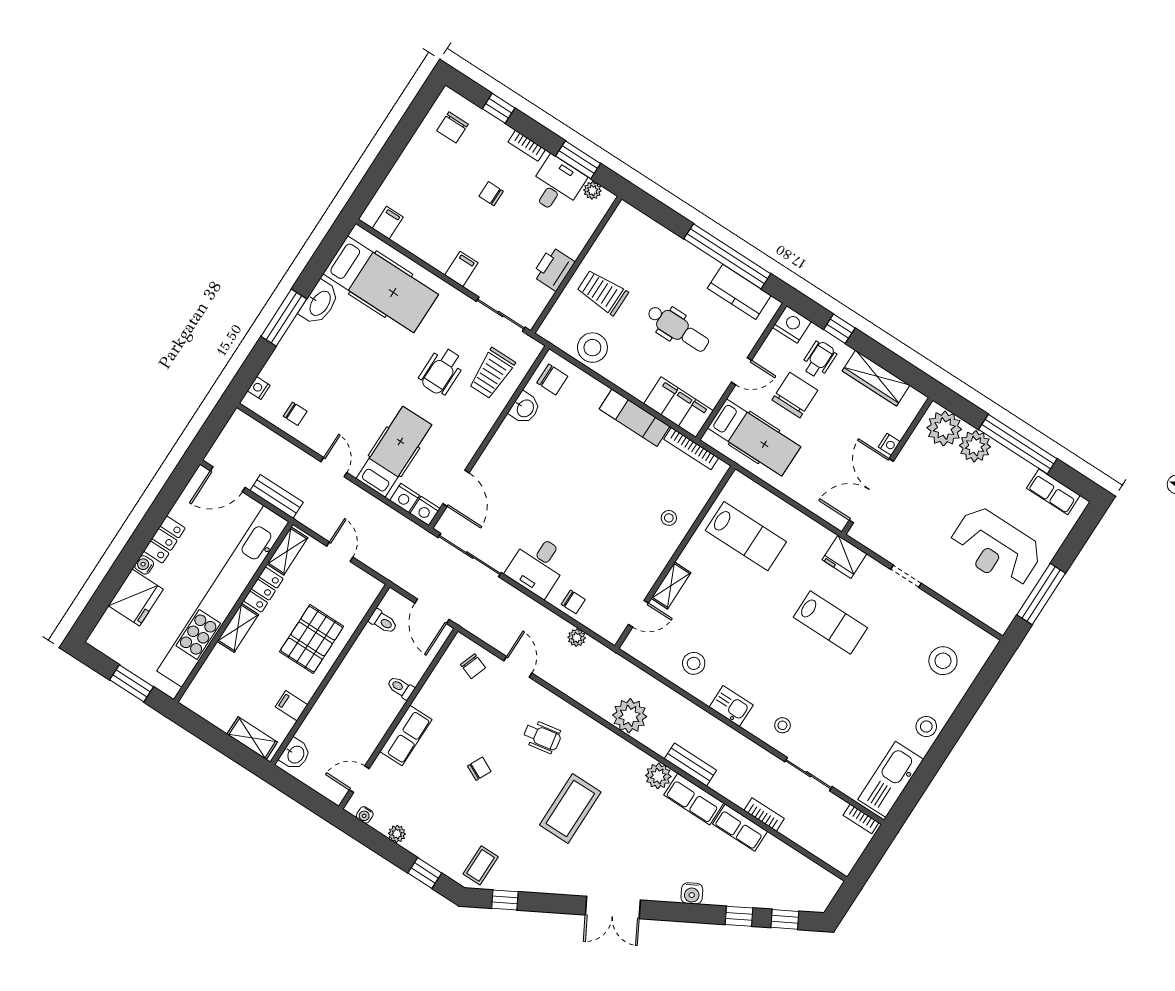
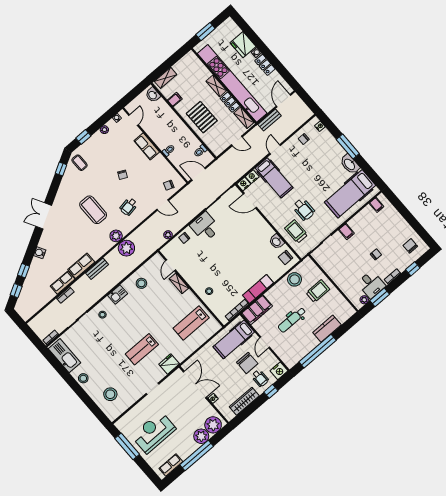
printer: (553, 269) -> (335, 272), removed
kitchen counter: (739, 292) -> (327, 329), moved
wheelchair: (441, 371) -> (304, 209), turned 180
door: (334, 467) -> (275, 149), swing flipped
plant: (658, 776) -> (116, 236), moved

